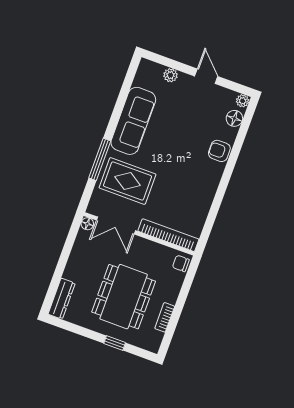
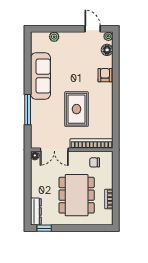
door: (206, 76) -> (93, 29), moved
armchair: (219, 151) -> (105, 75), turned 90
rug: (127, 181) -> (77, 109), moved, turned 90
chair: (181, 263) -> (95, 162), moved
window: (115, 343) -> (44, 228), moved

